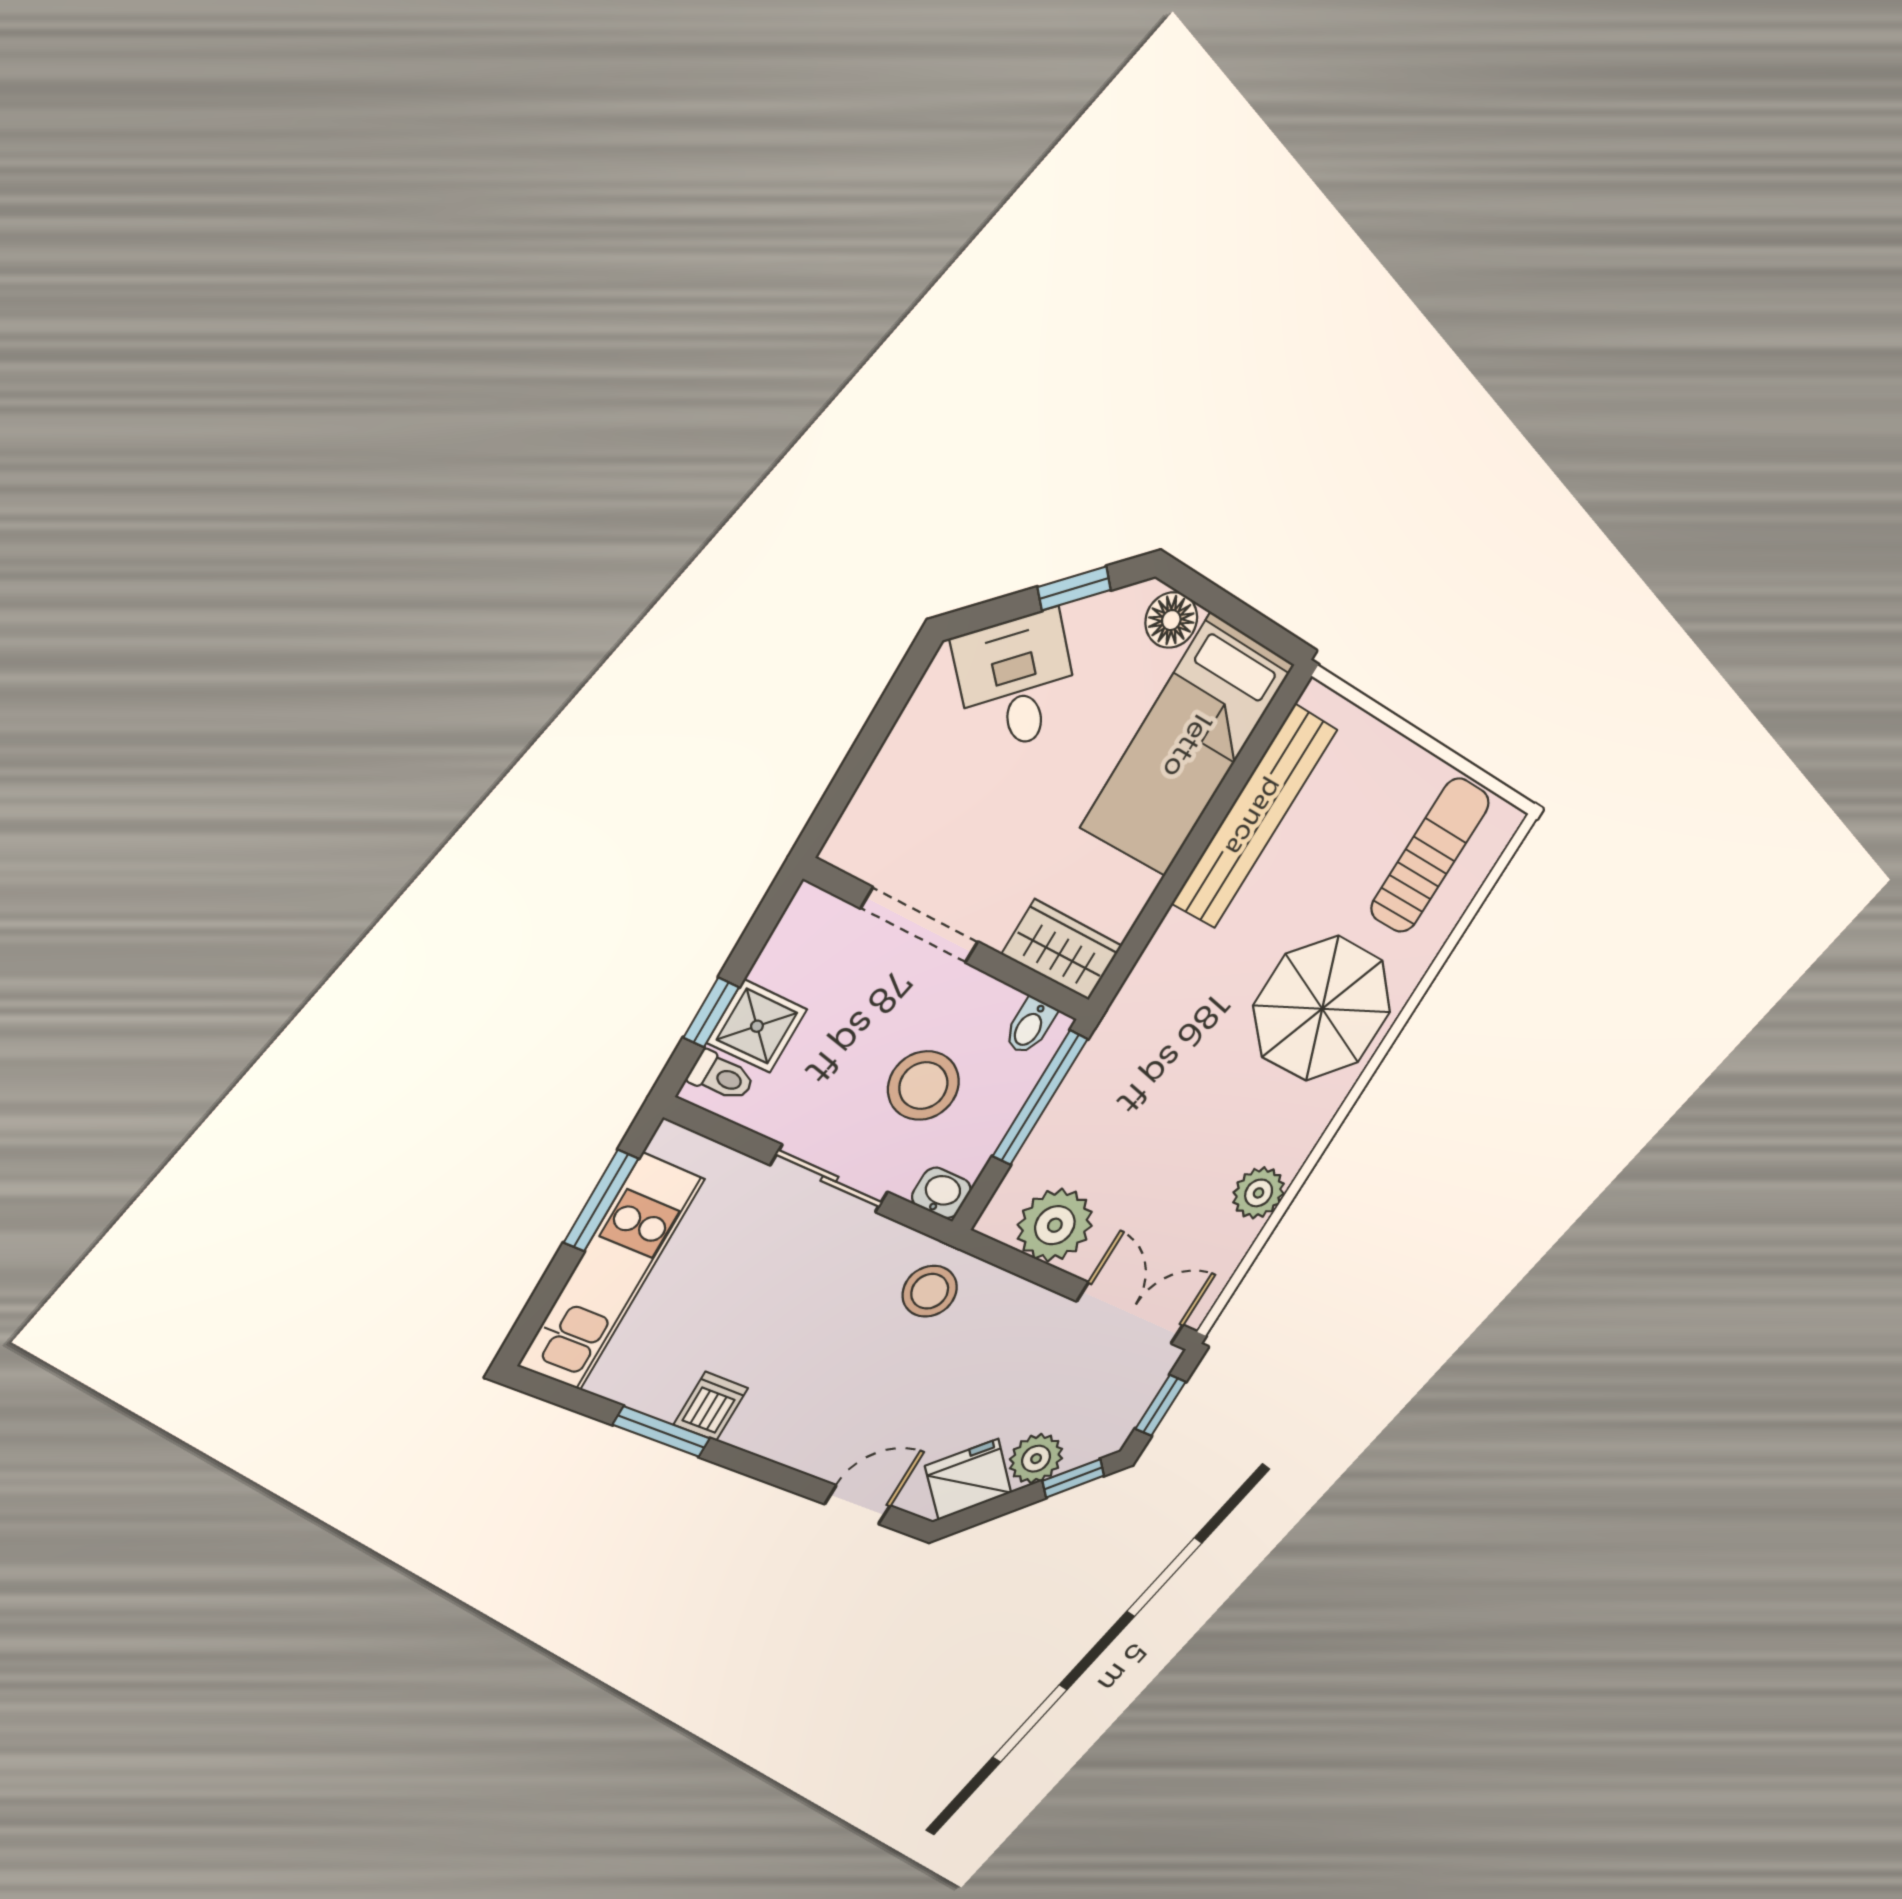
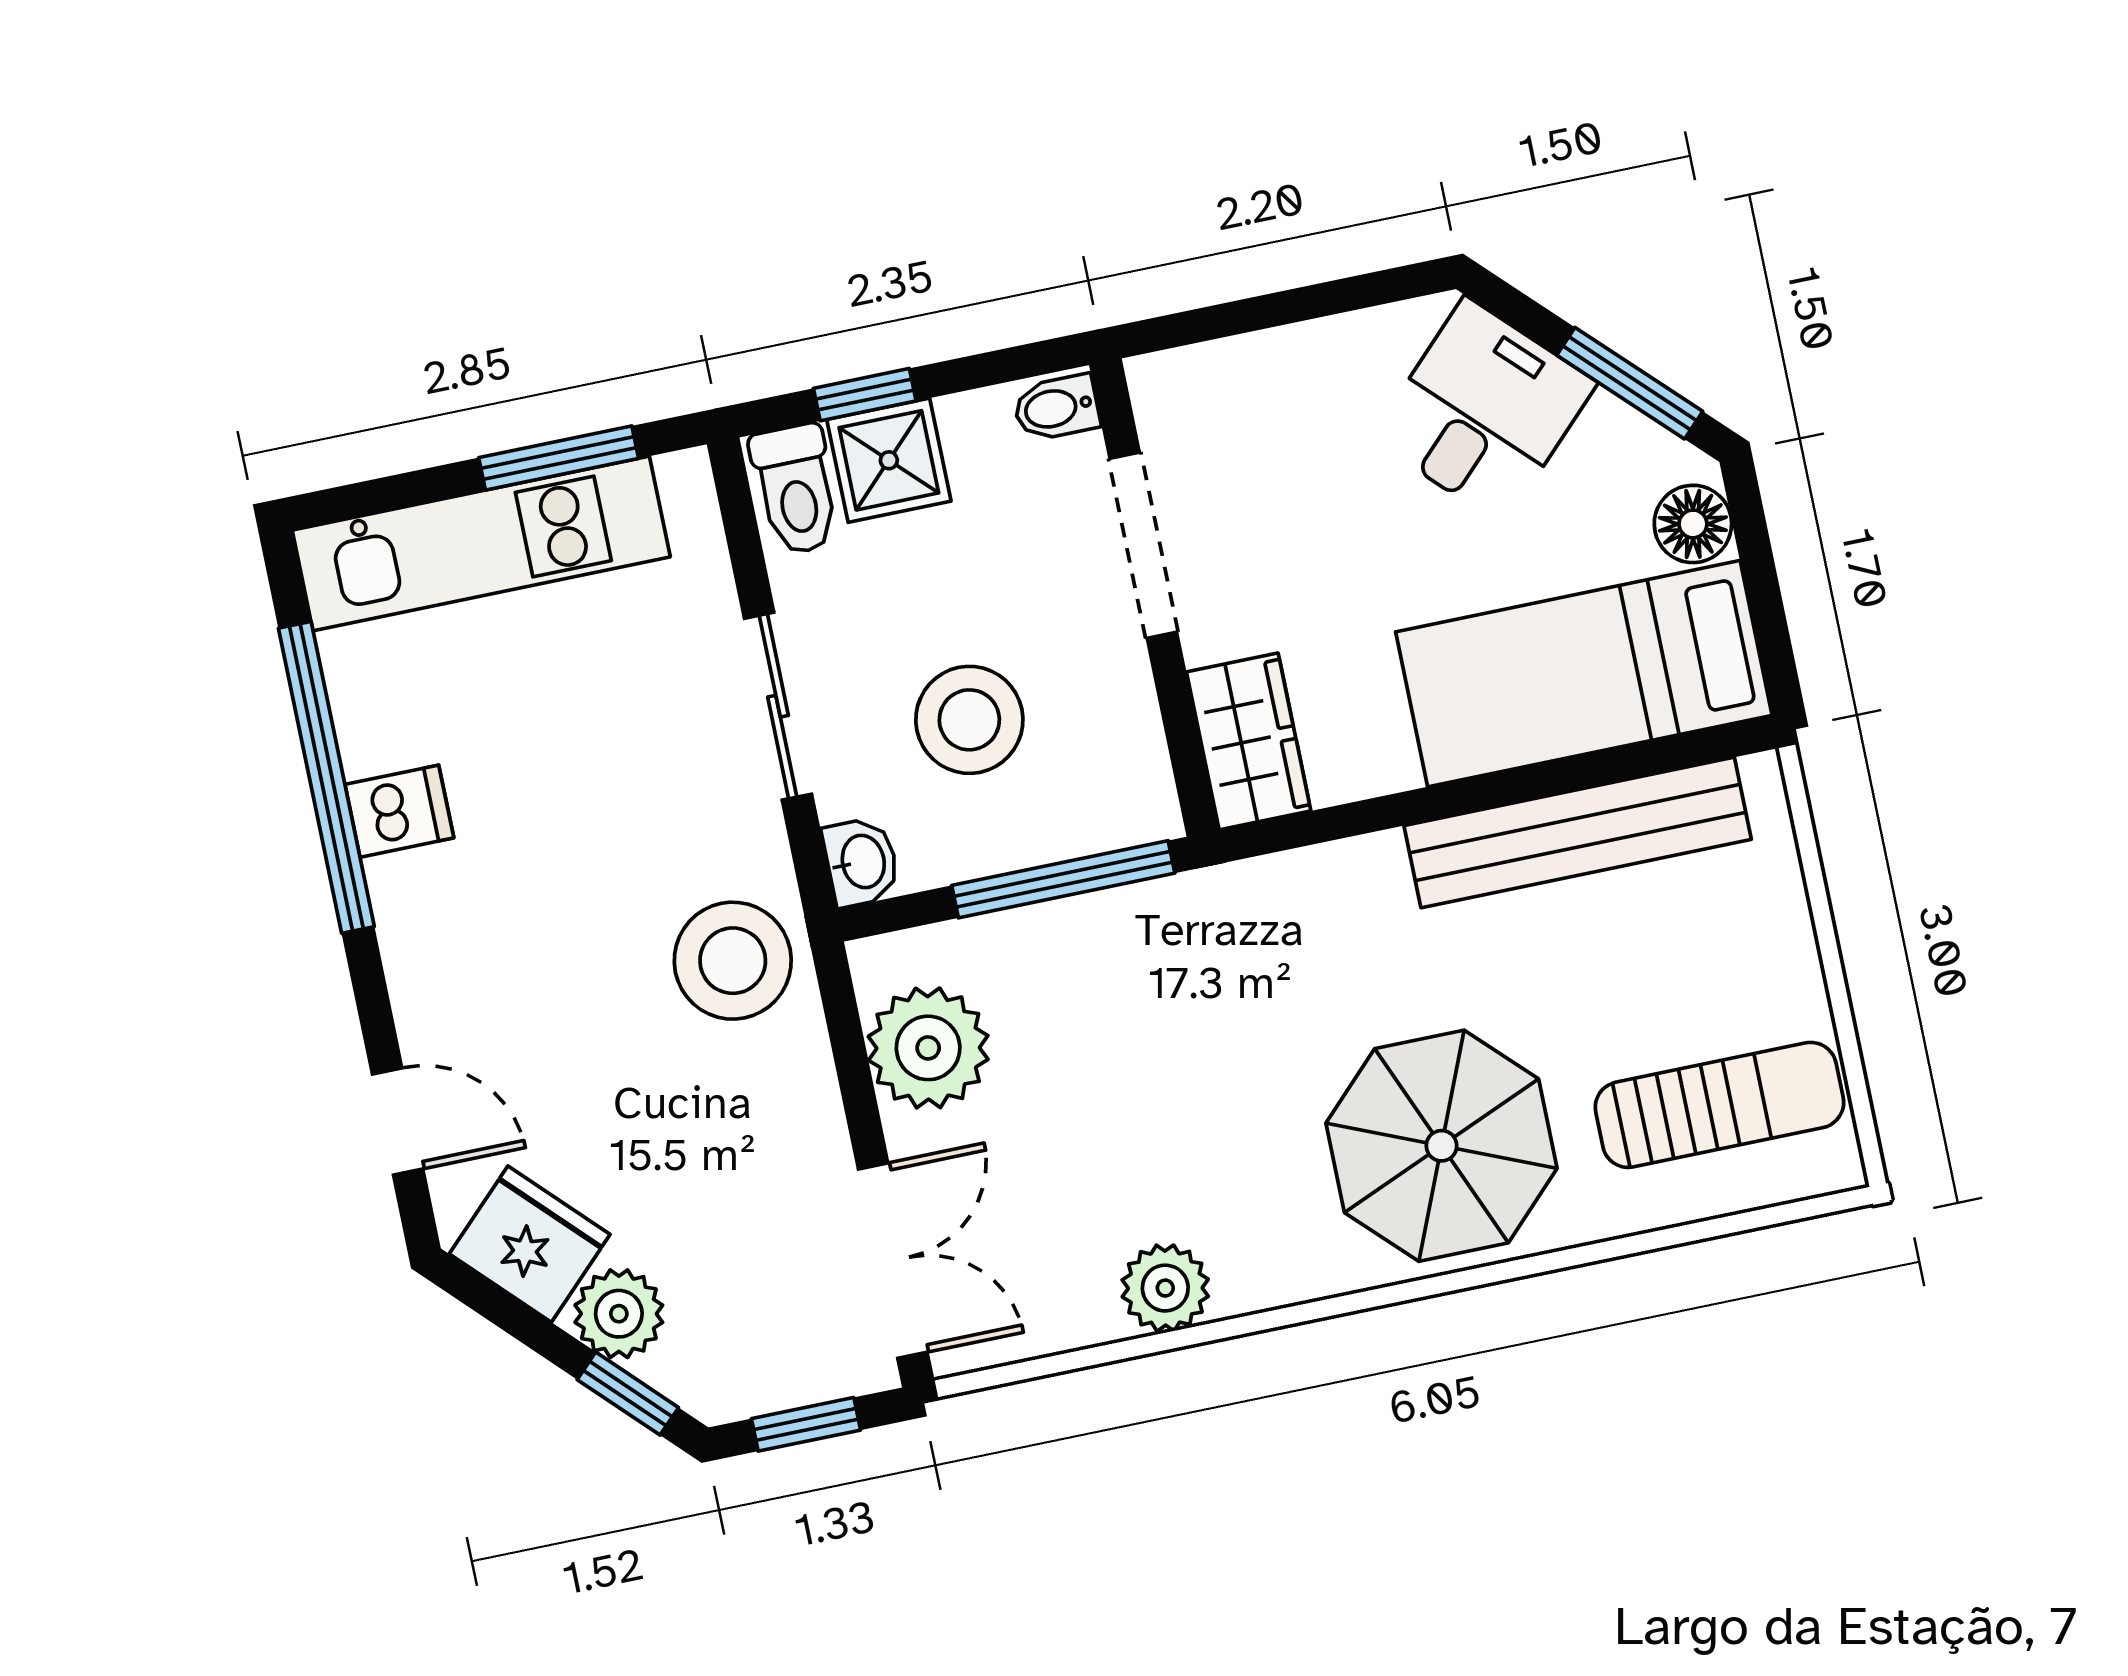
window: (1074, 588) -> (1630, 383), width x1.50
bidet: (1030, 1026) -> (1056, 408), moved
toilet: (721, 1076) -> (796, 489), width x1.37, depth x1.39
stool: (930, 1291) -> (733, 961), width x1.38, depth x1.38
window: (661, 1432) -> (326, 777), width x2.11

